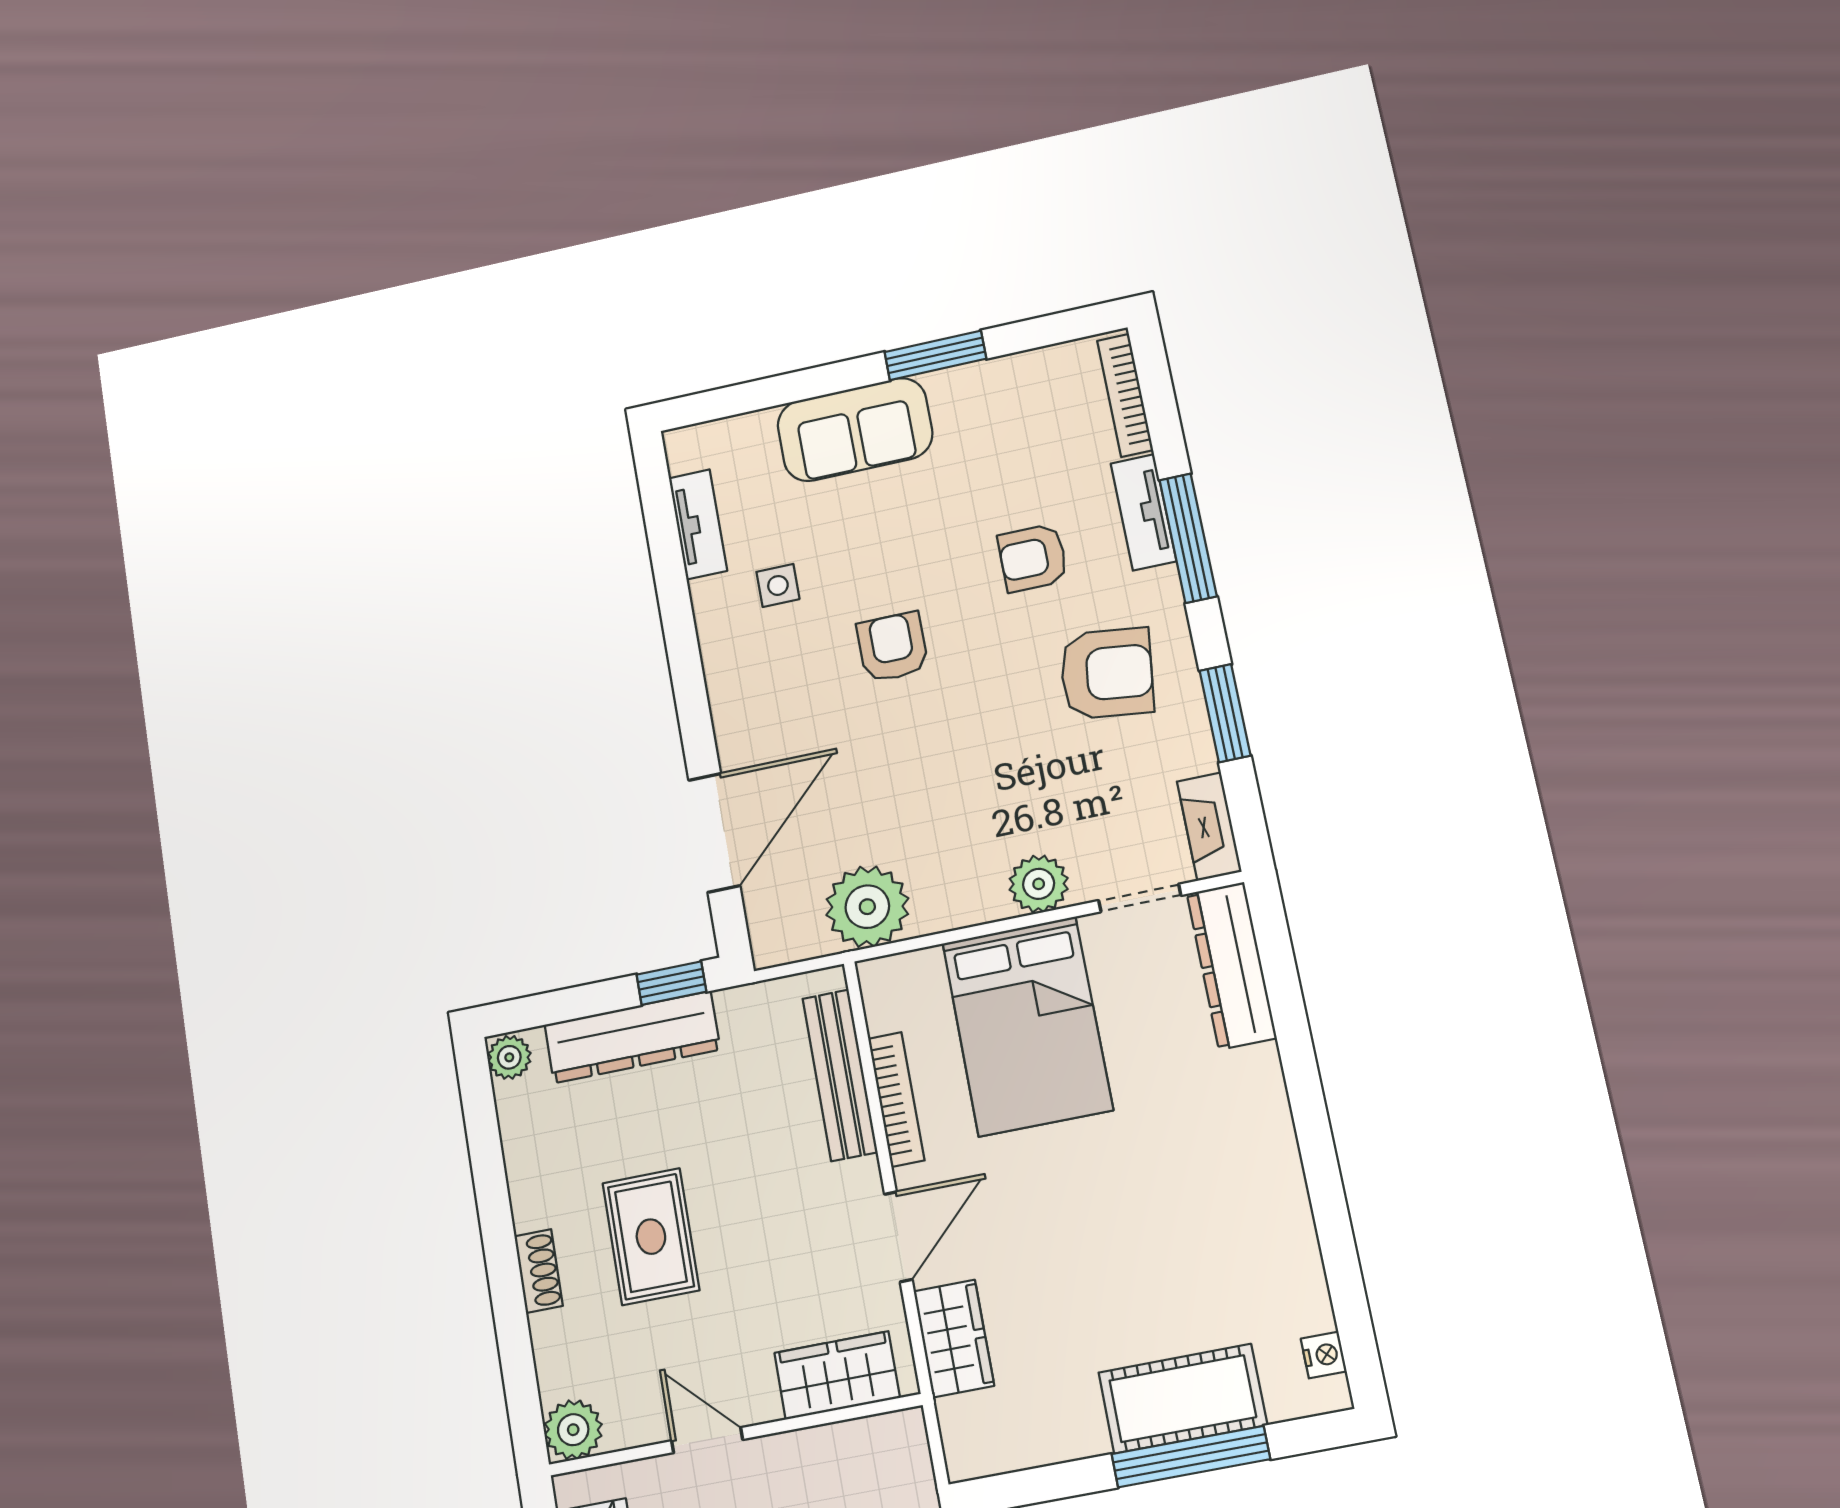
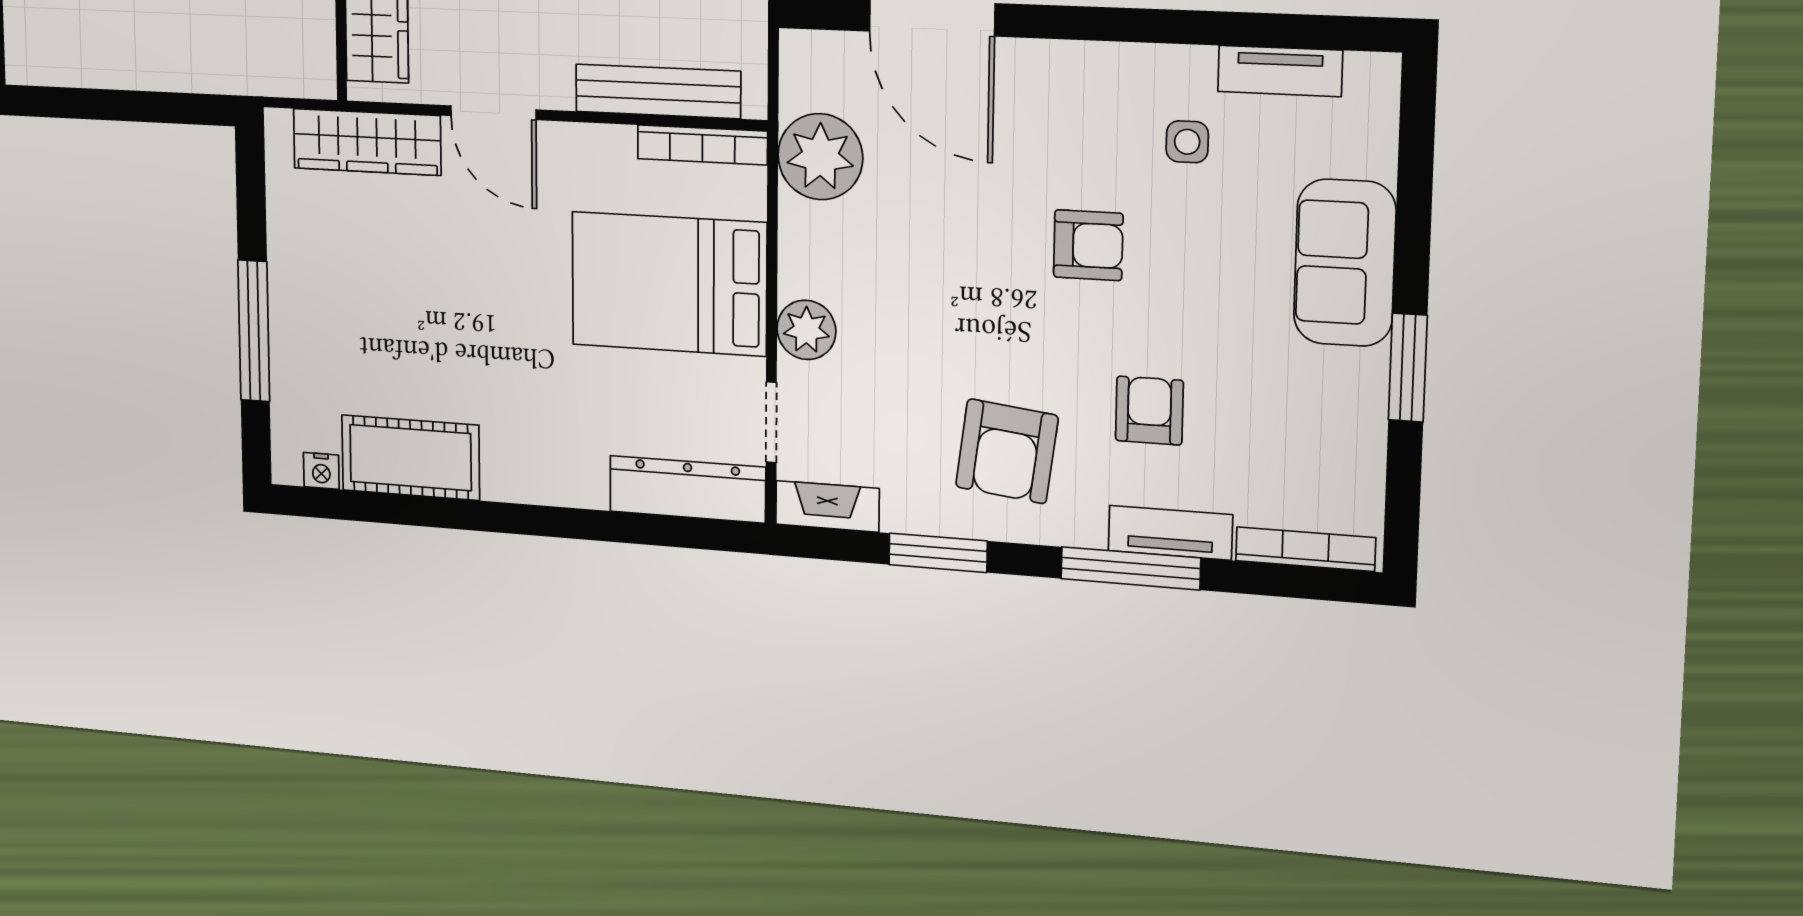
bookcase: (896, 1099) -> (702, 145), moved
wardrobe: (954, 1338) -> (367, 142), width x1.50
cot: (1183, 1399) -> (410, 458), moved, turned 90

